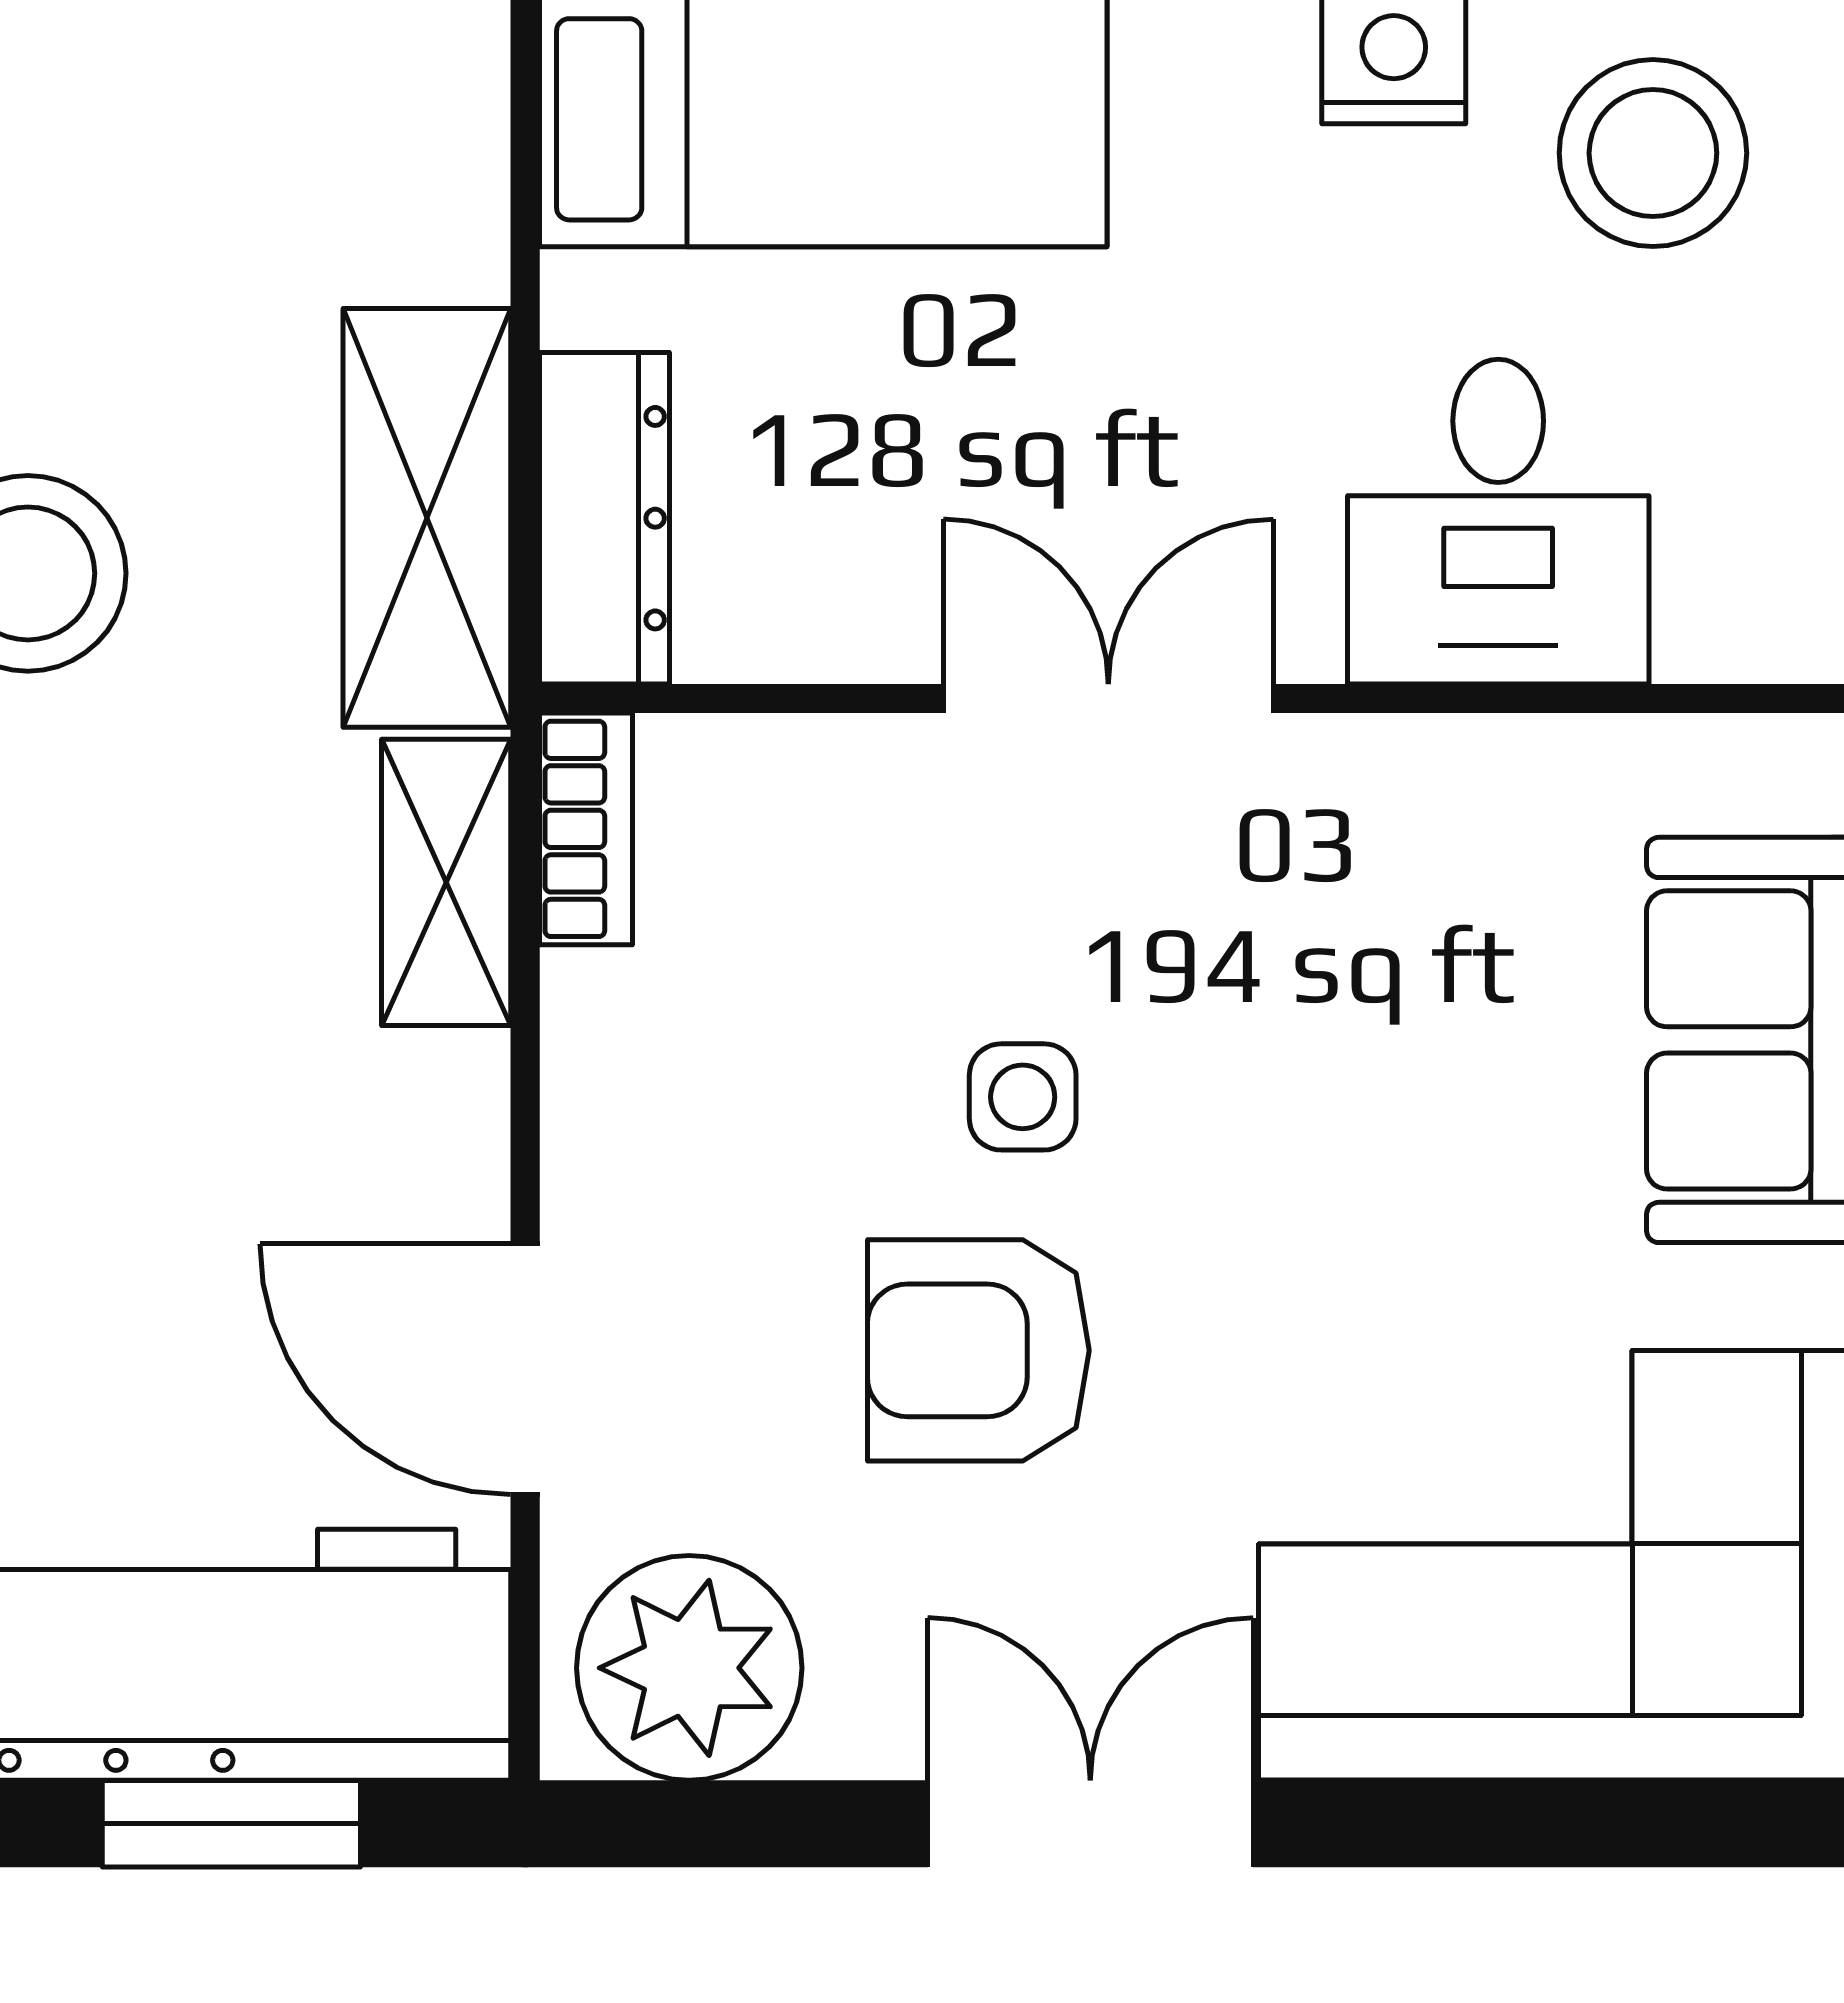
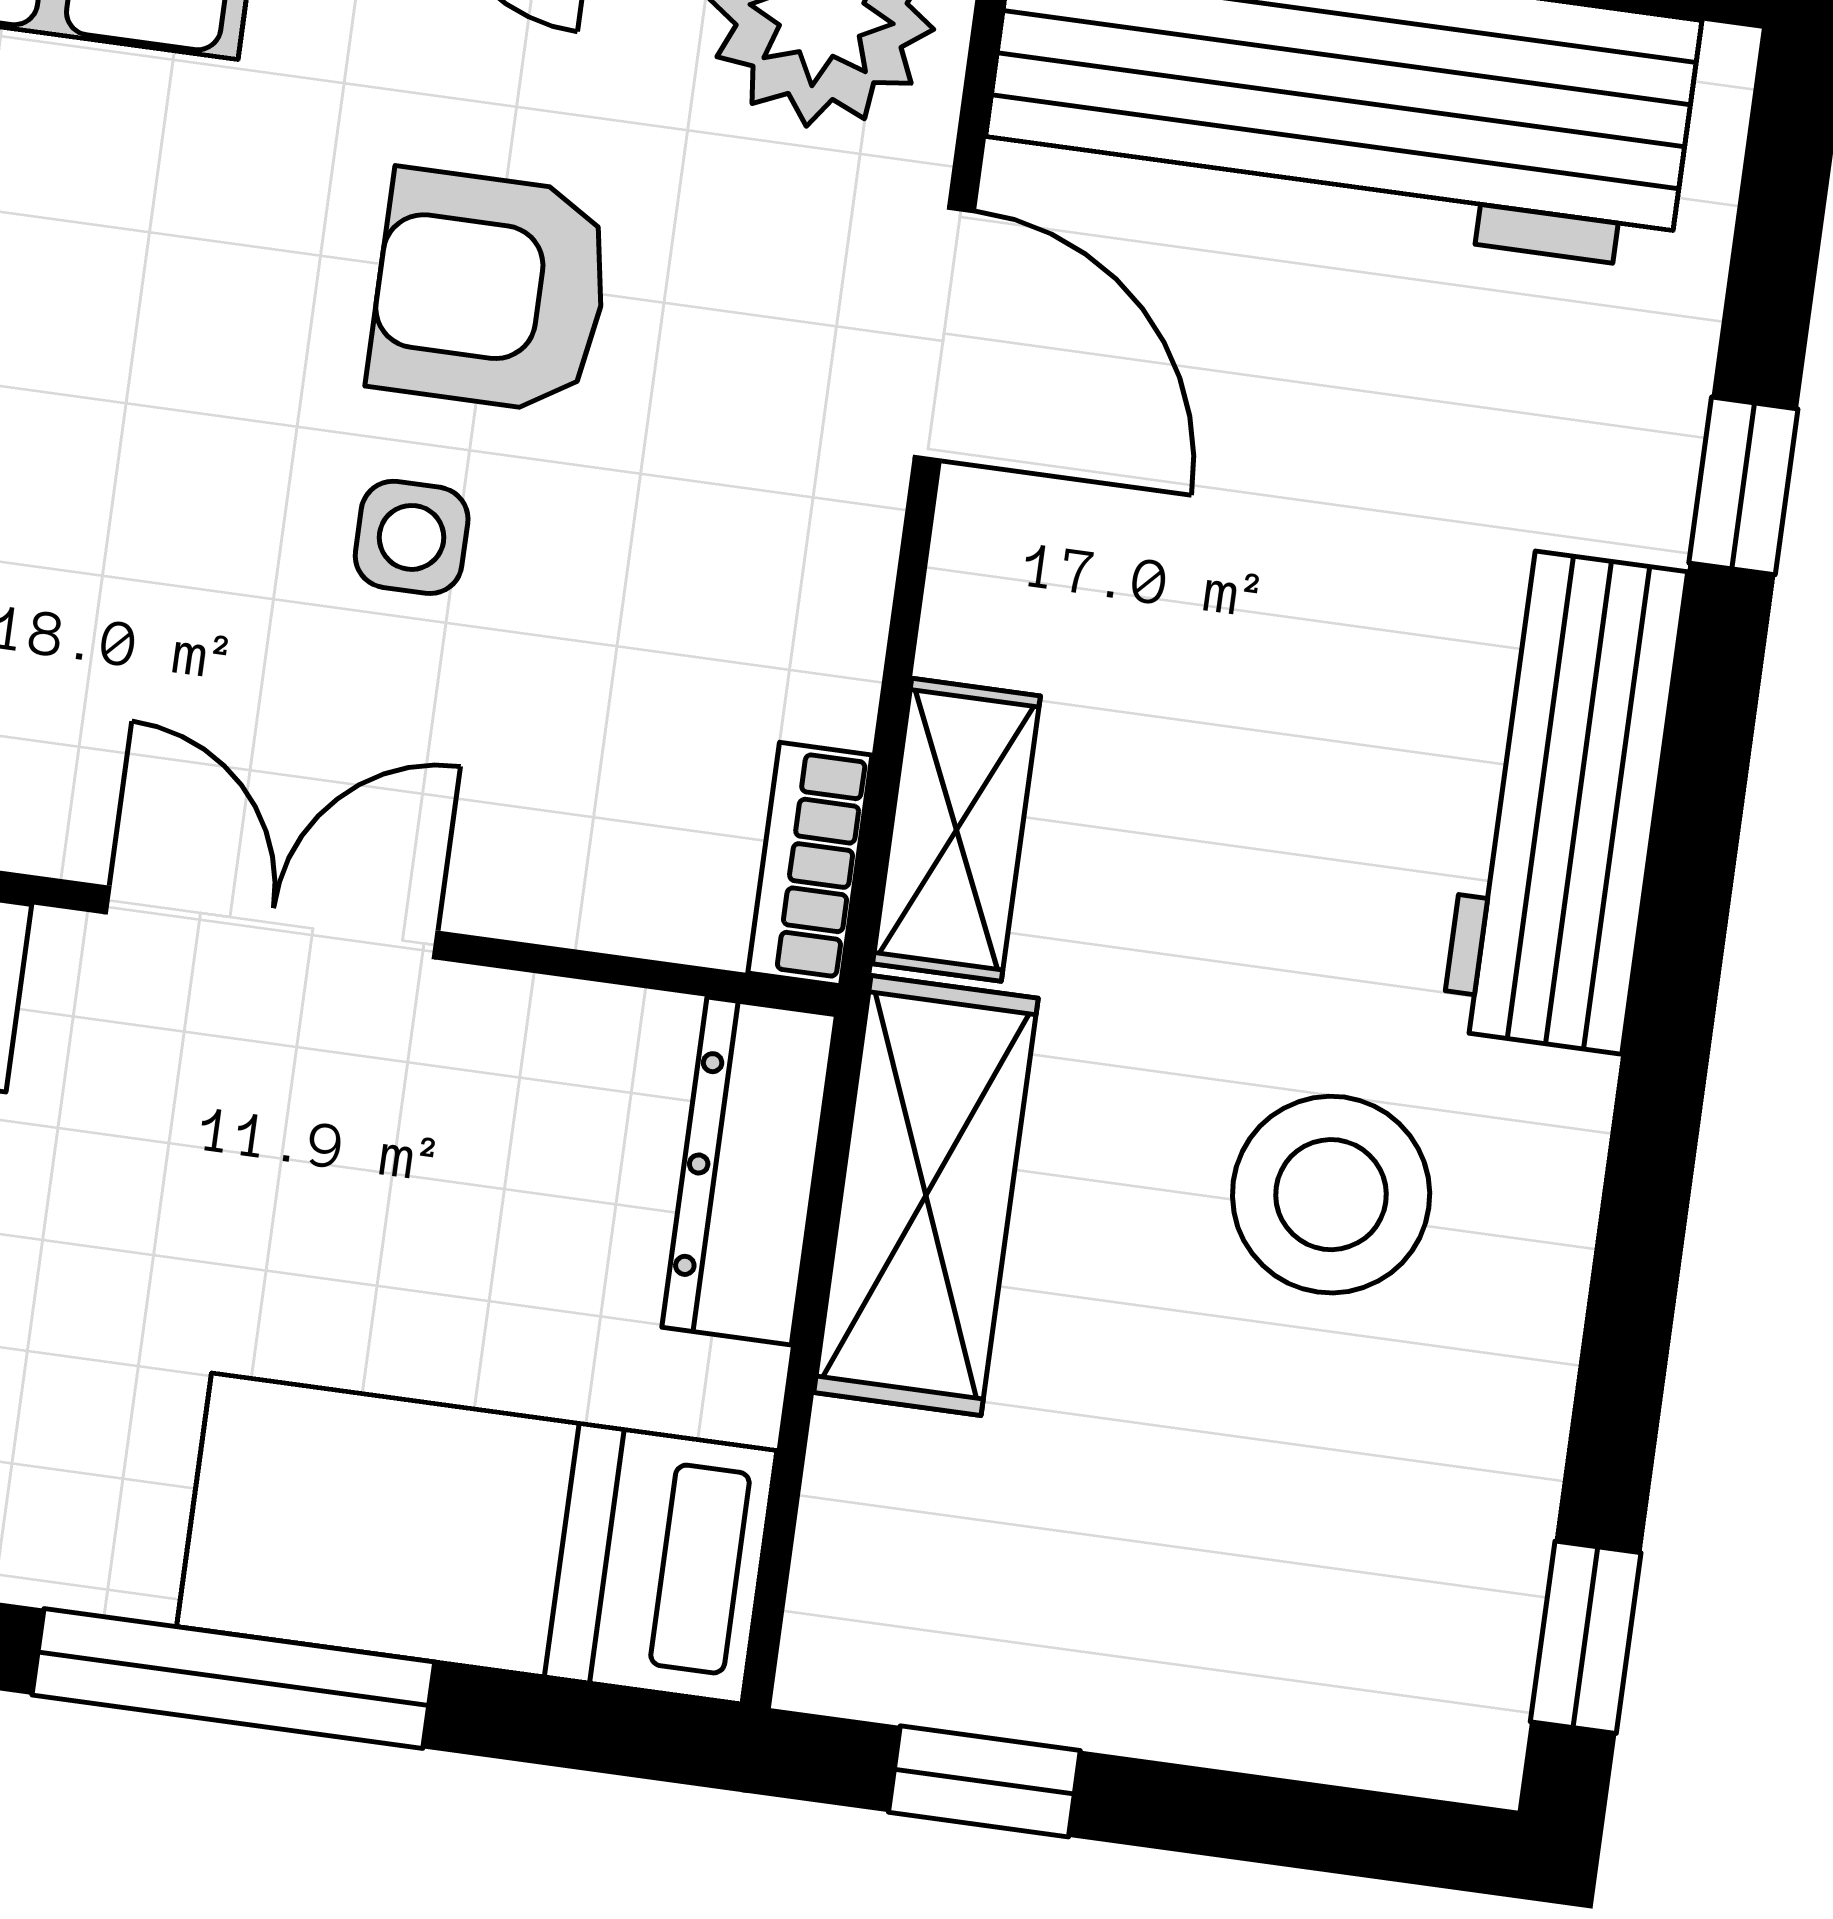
double door: (1108, 699) -> (272, 923), swing flipped
armchair: (978, 1350) -> (490, 291), turned 180

